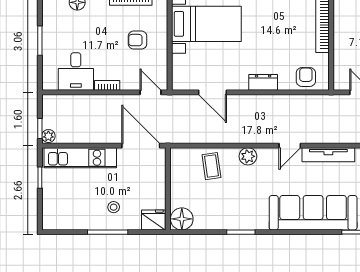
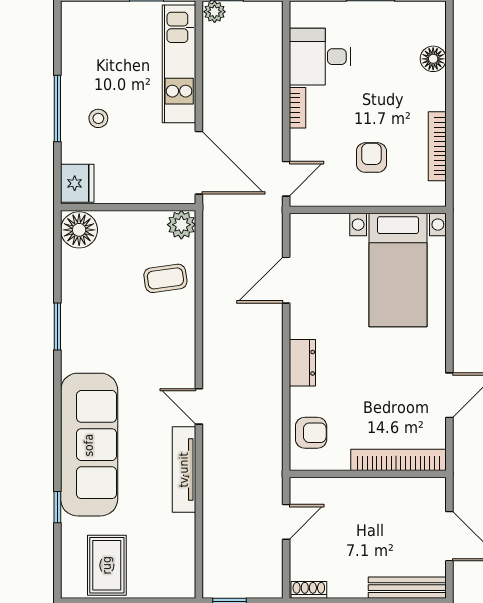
door: (141, 146) -> (199, 163), hinge flipped
plant: (248, 156) -> (181, 225), moved

